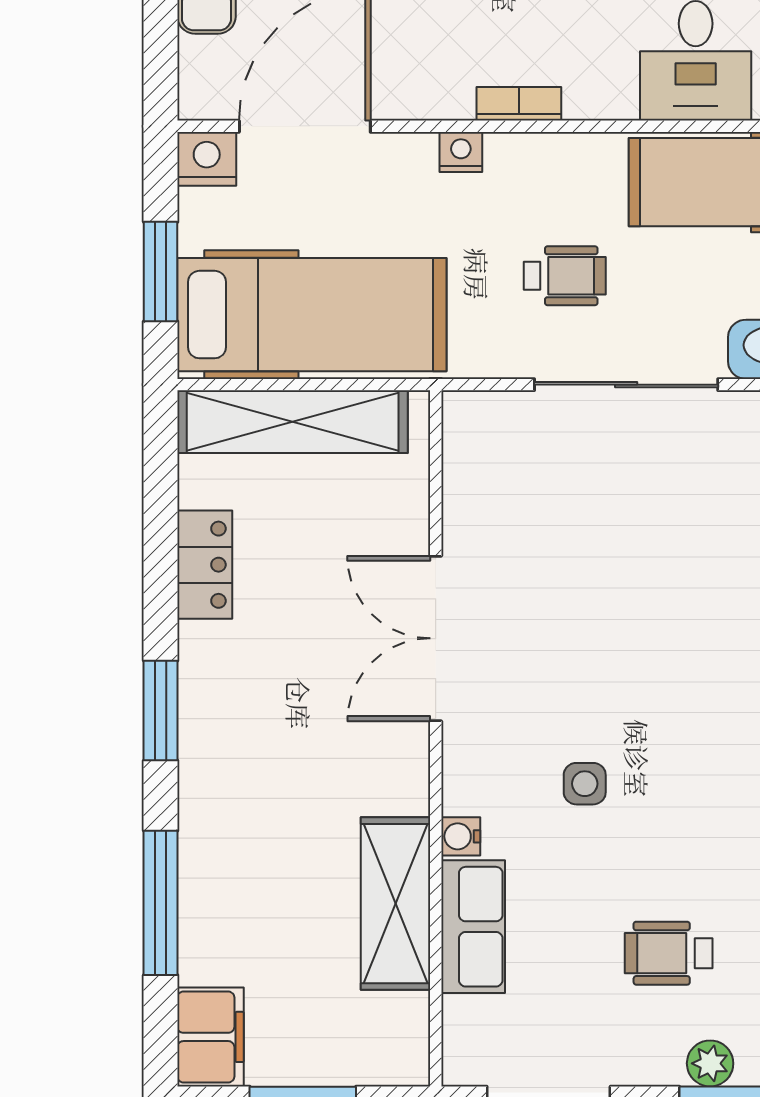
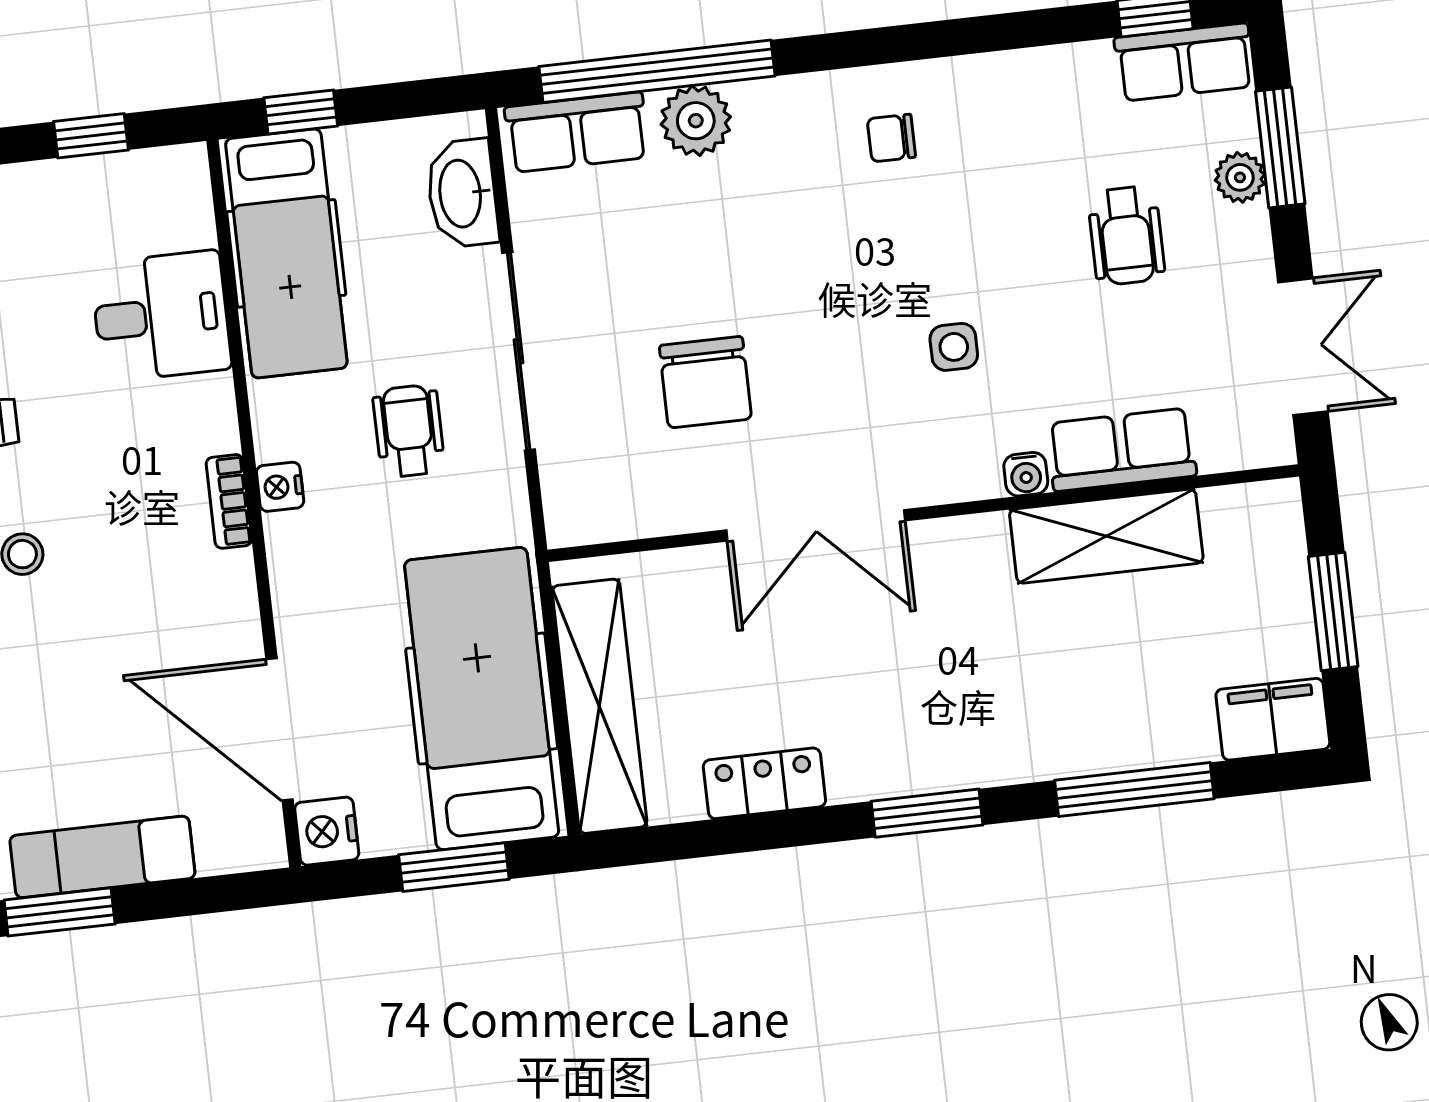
nightstand: (461, 152) -> (280, 487), moved
chair: (578, 553) -> (705, 382), added

